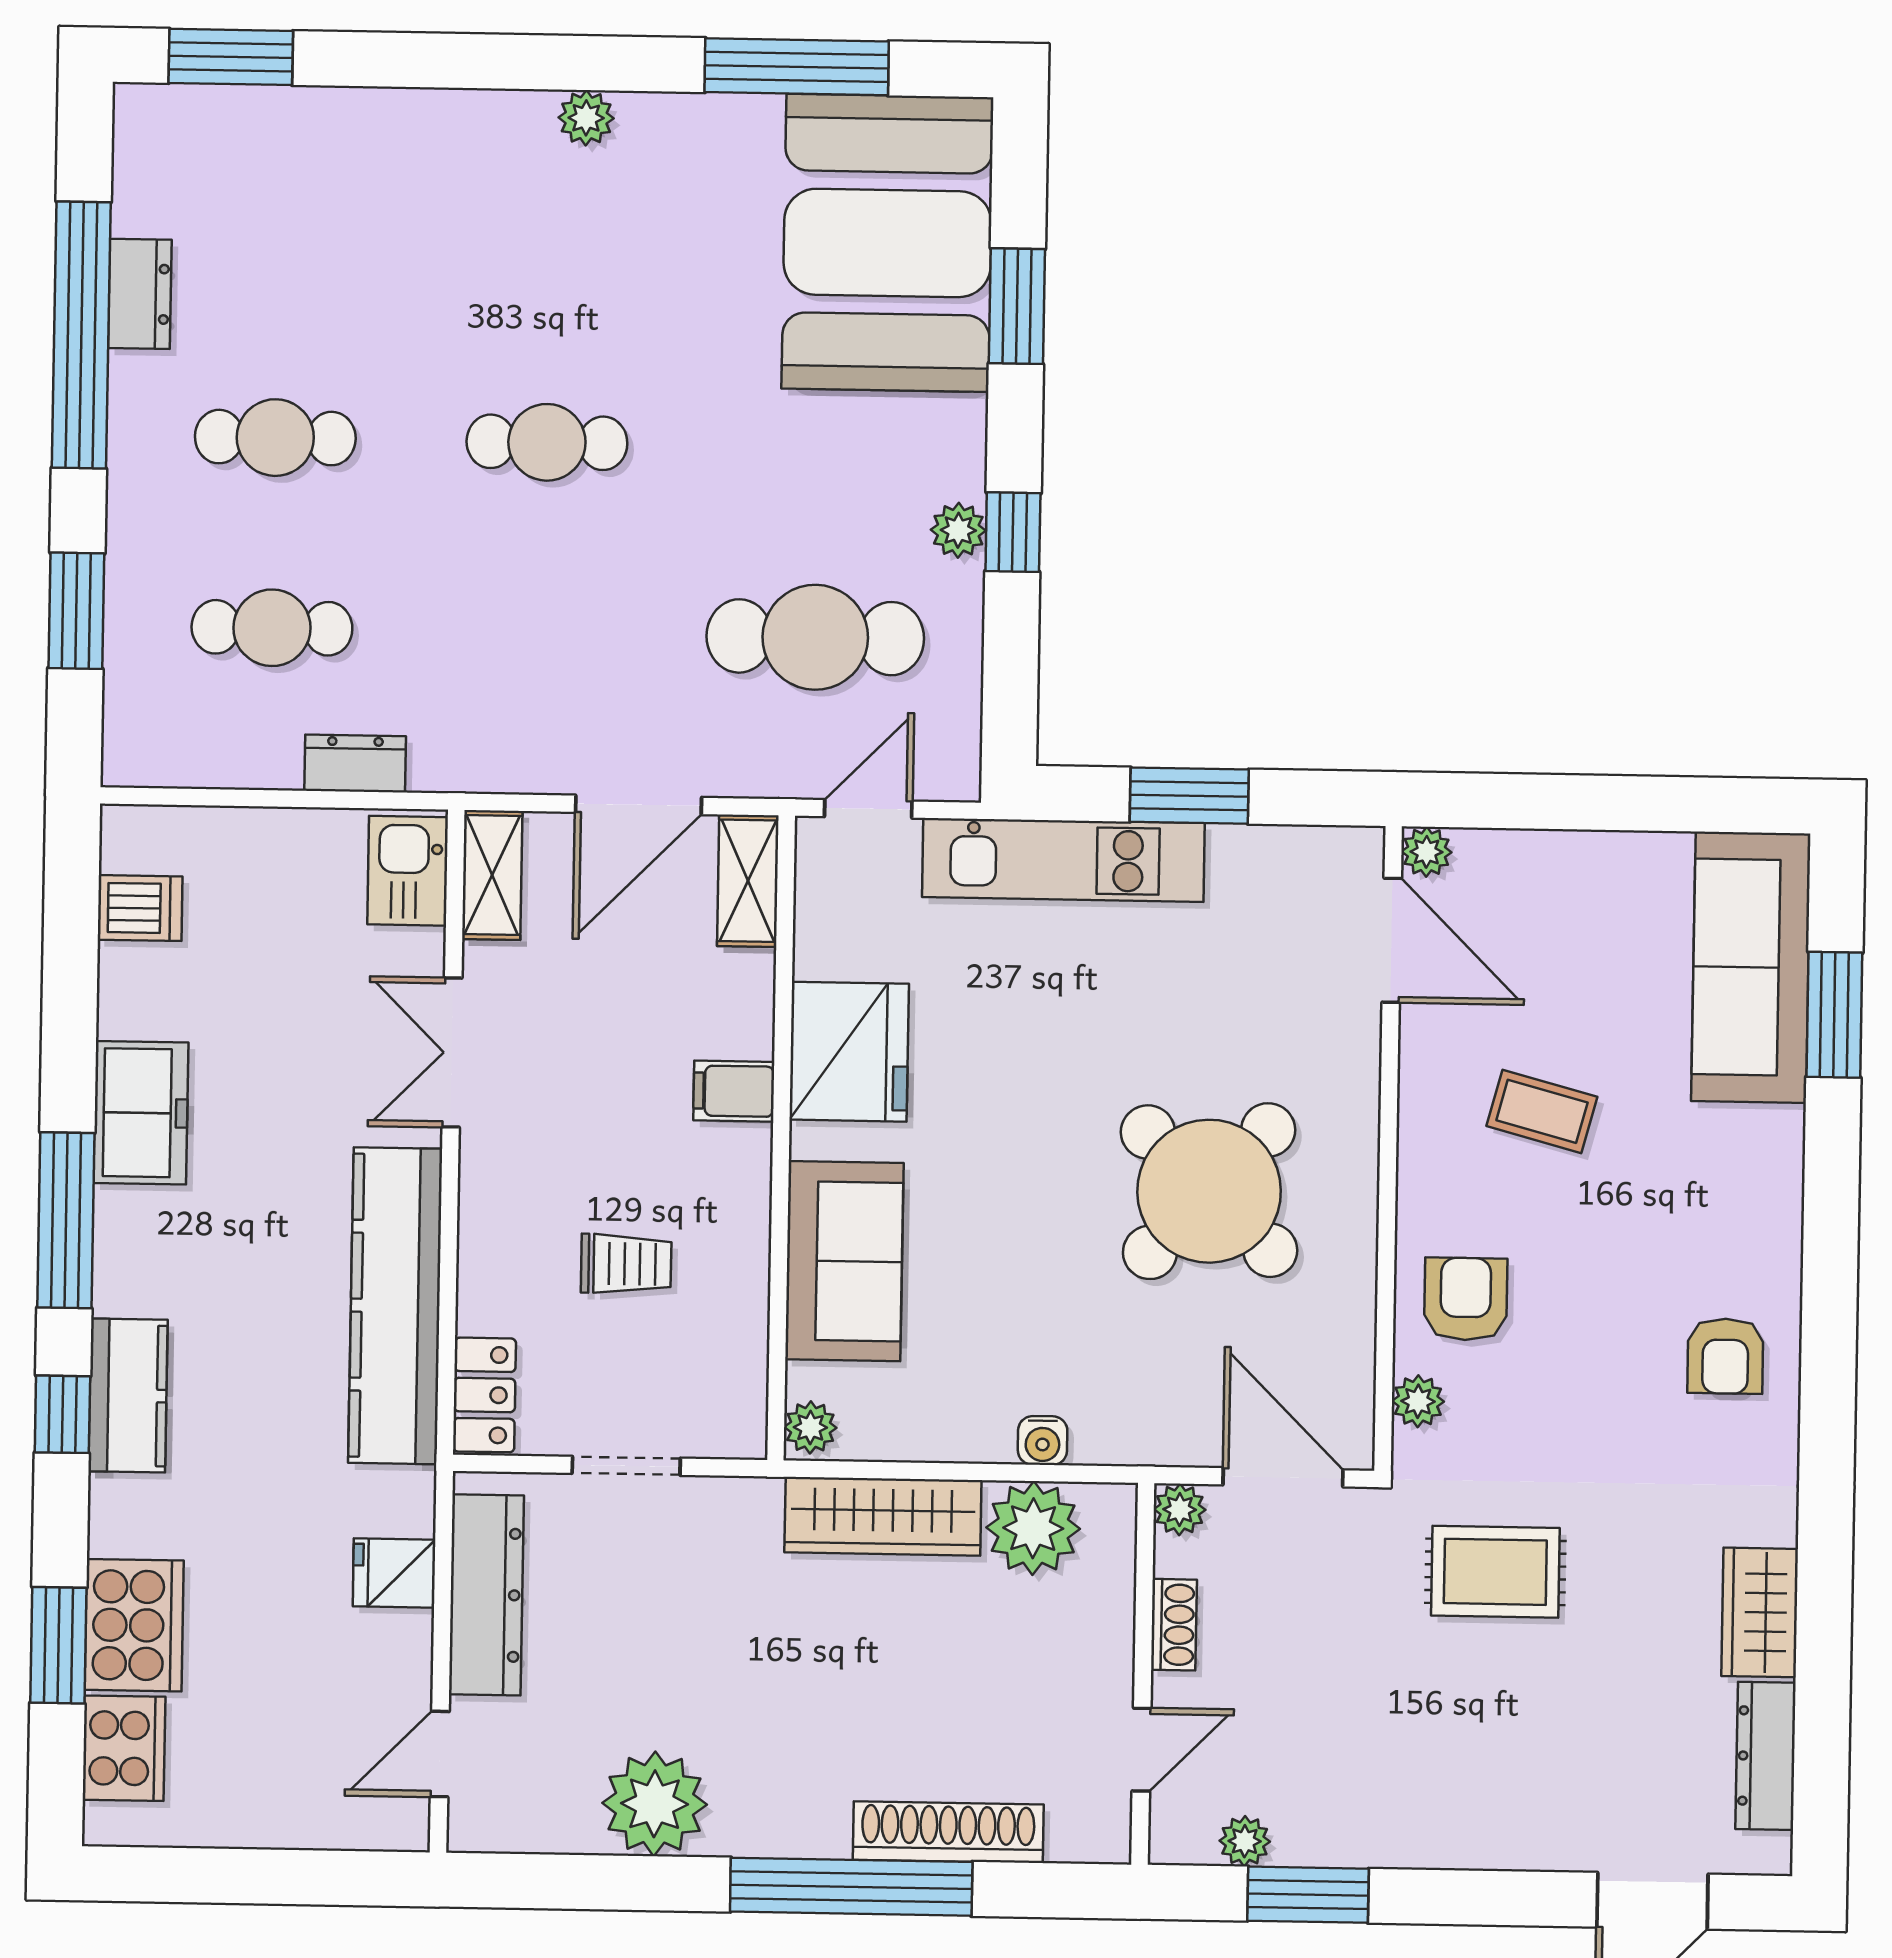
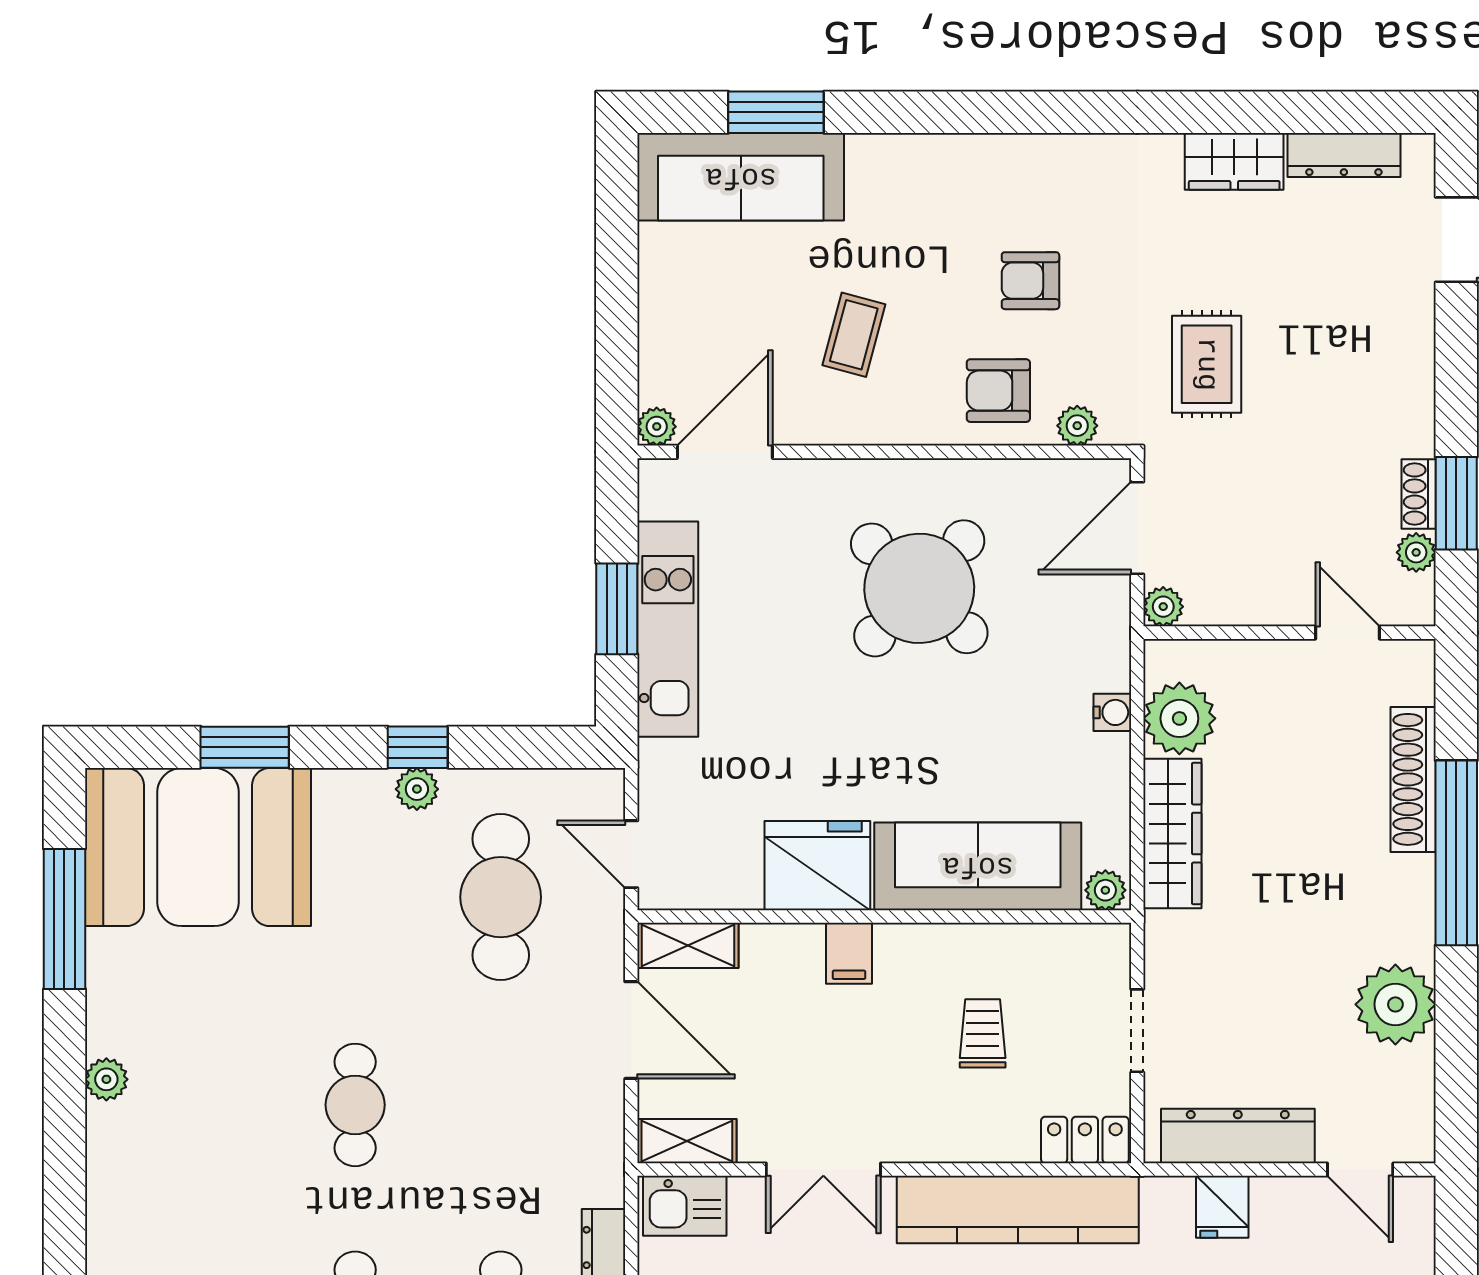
kitchen unit: (1063, 860) -> (668, 629), moved
sofa: (844, 1261) -> (978, 866), width x1.36
armchair: (1725, 1356) -> (1030, 281), moved, turned 180
shoe rack: (1174, 1625) -> (1419, 494), moved, turned -90

